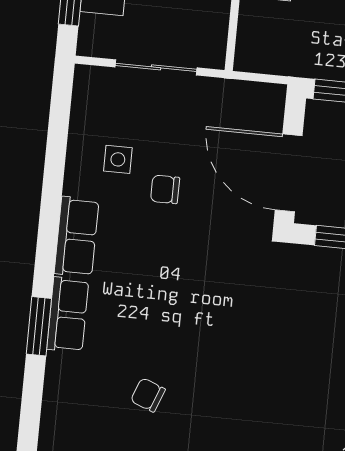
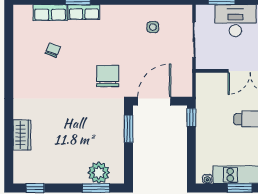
chair: (165, 189) -> (108, 76), moved, width x1.87, depth x1.87
row of seats: (77, 237) -> (50, 13), moved

